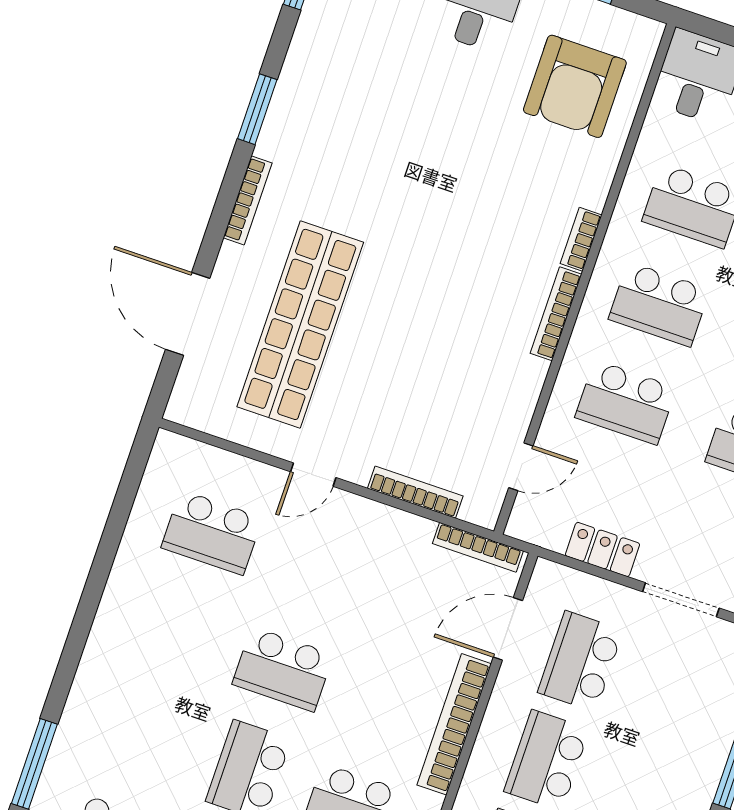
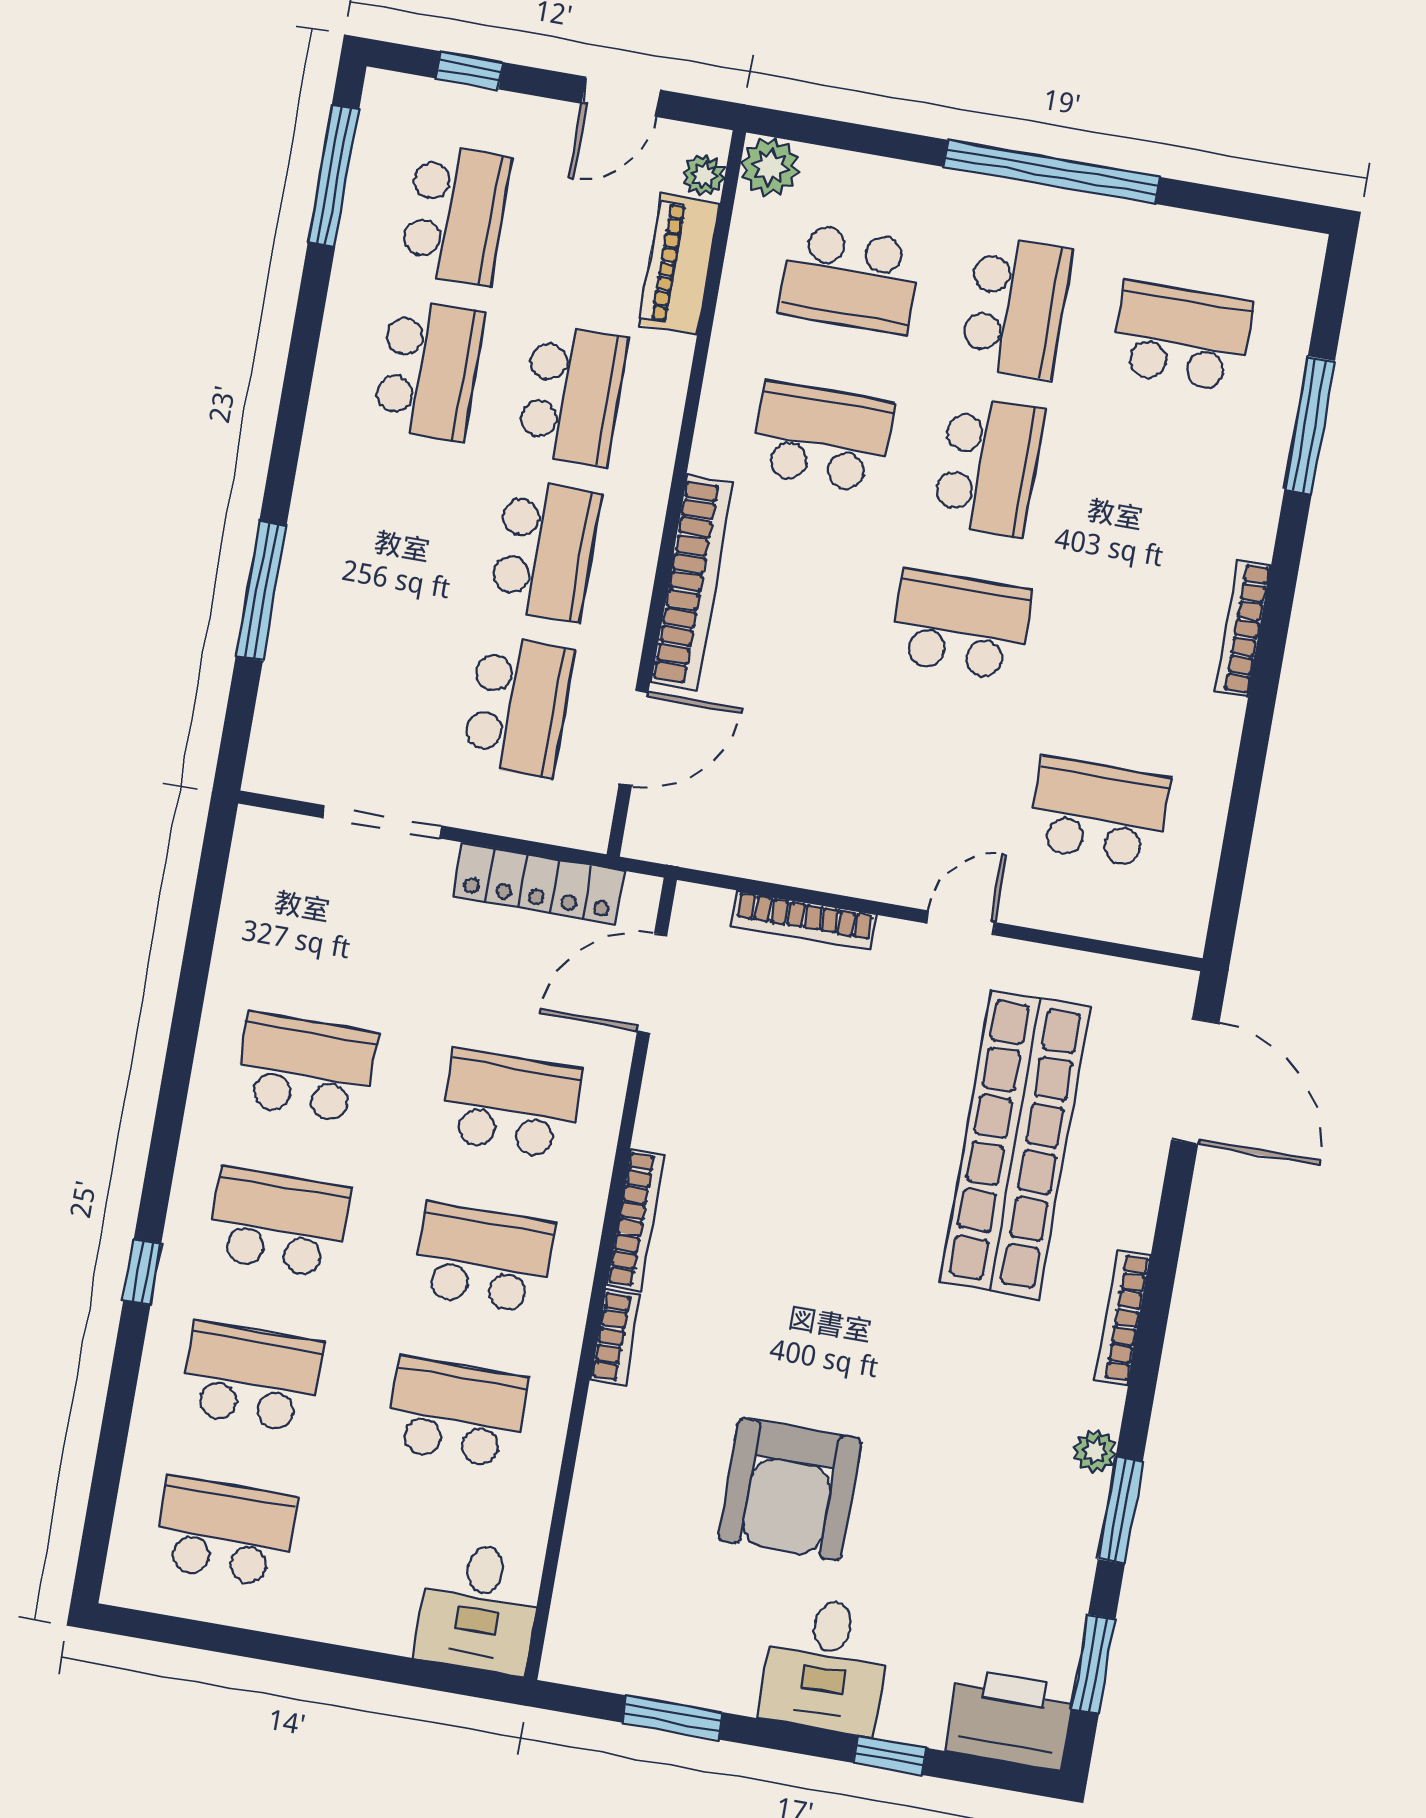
armchair: (575, 86) -> (790, 1489), moved, turned 180
window: (257, 109) -> (1120, 1510), moved
plant: (280, 116) -> (1095, 1451), added
door: (188, 314) -> (1195, 1081), moved
door: (521, 467) -> (652, 983), width x1.38
bookcase: (478, 547) -> (1243, 628), moved, turned -90
locker: (603, 550) -> (539, 883), width x1.53

